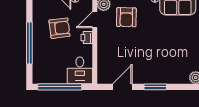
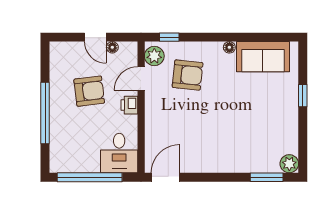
armchair: (126, 17) -> (188, 75), turned -85
door: (122, 87) -> (165, 177), moved
window: (155, 87) -> (267, 177), moved

